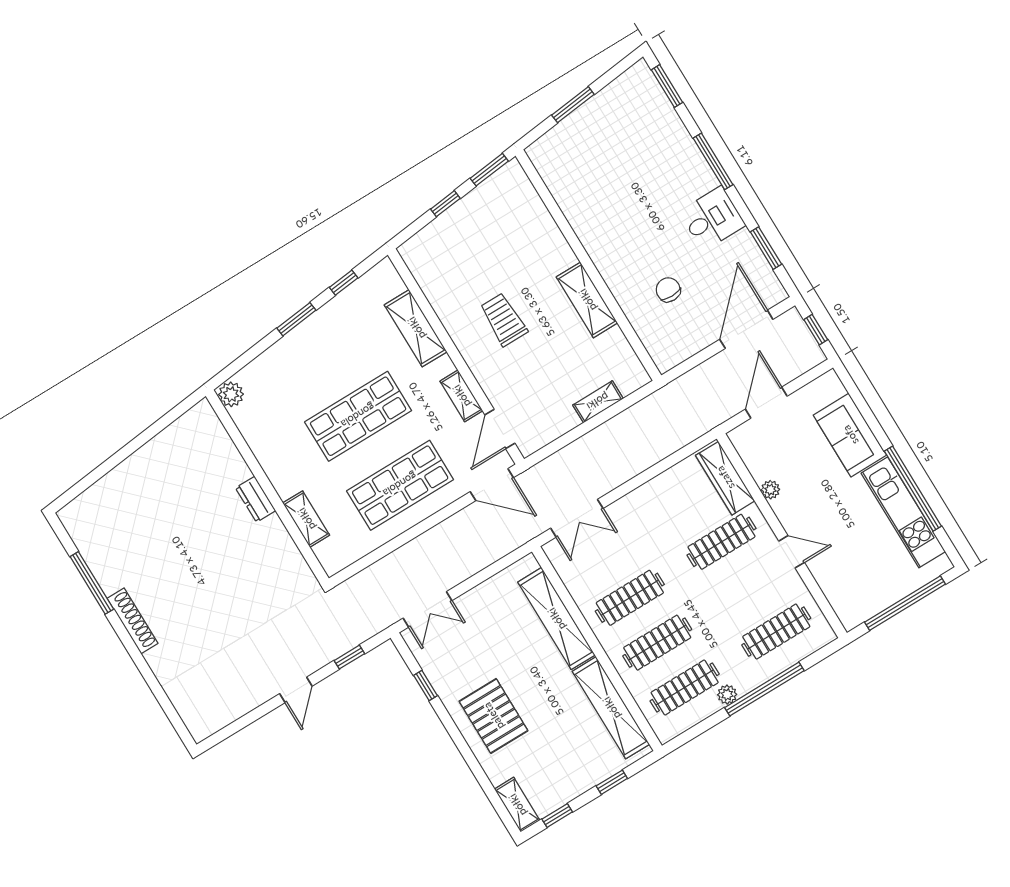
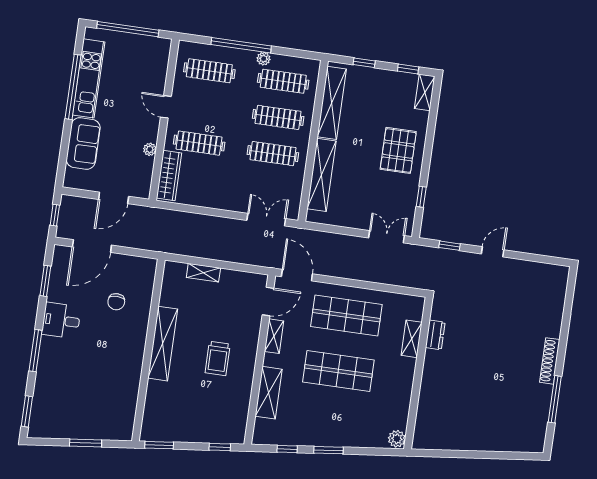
window: (445, 204) -> (220, 447), moved
shelving: (587, 300) -> (163, 344), width x1.47
dresser: (256, 499) -> (435, 335), moved

